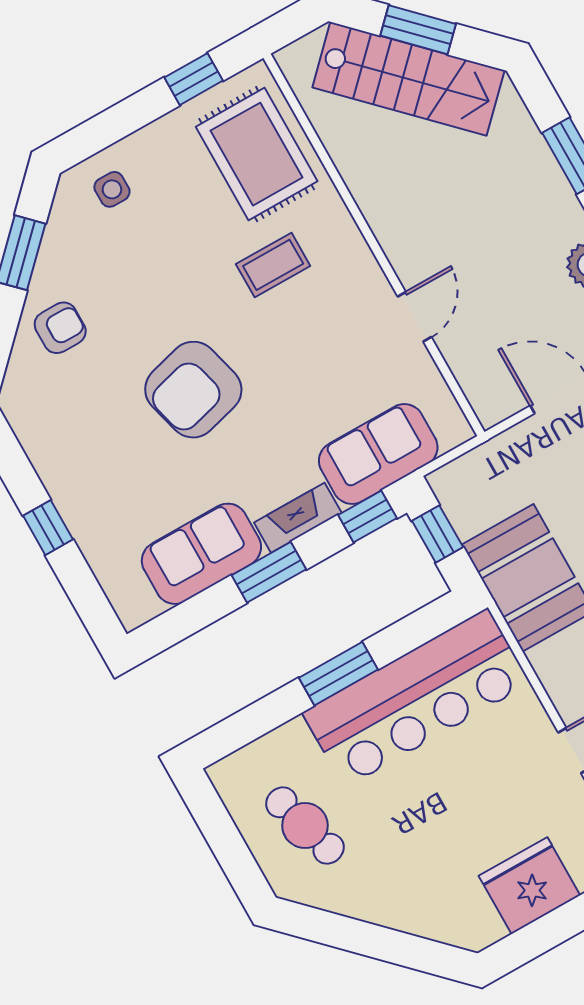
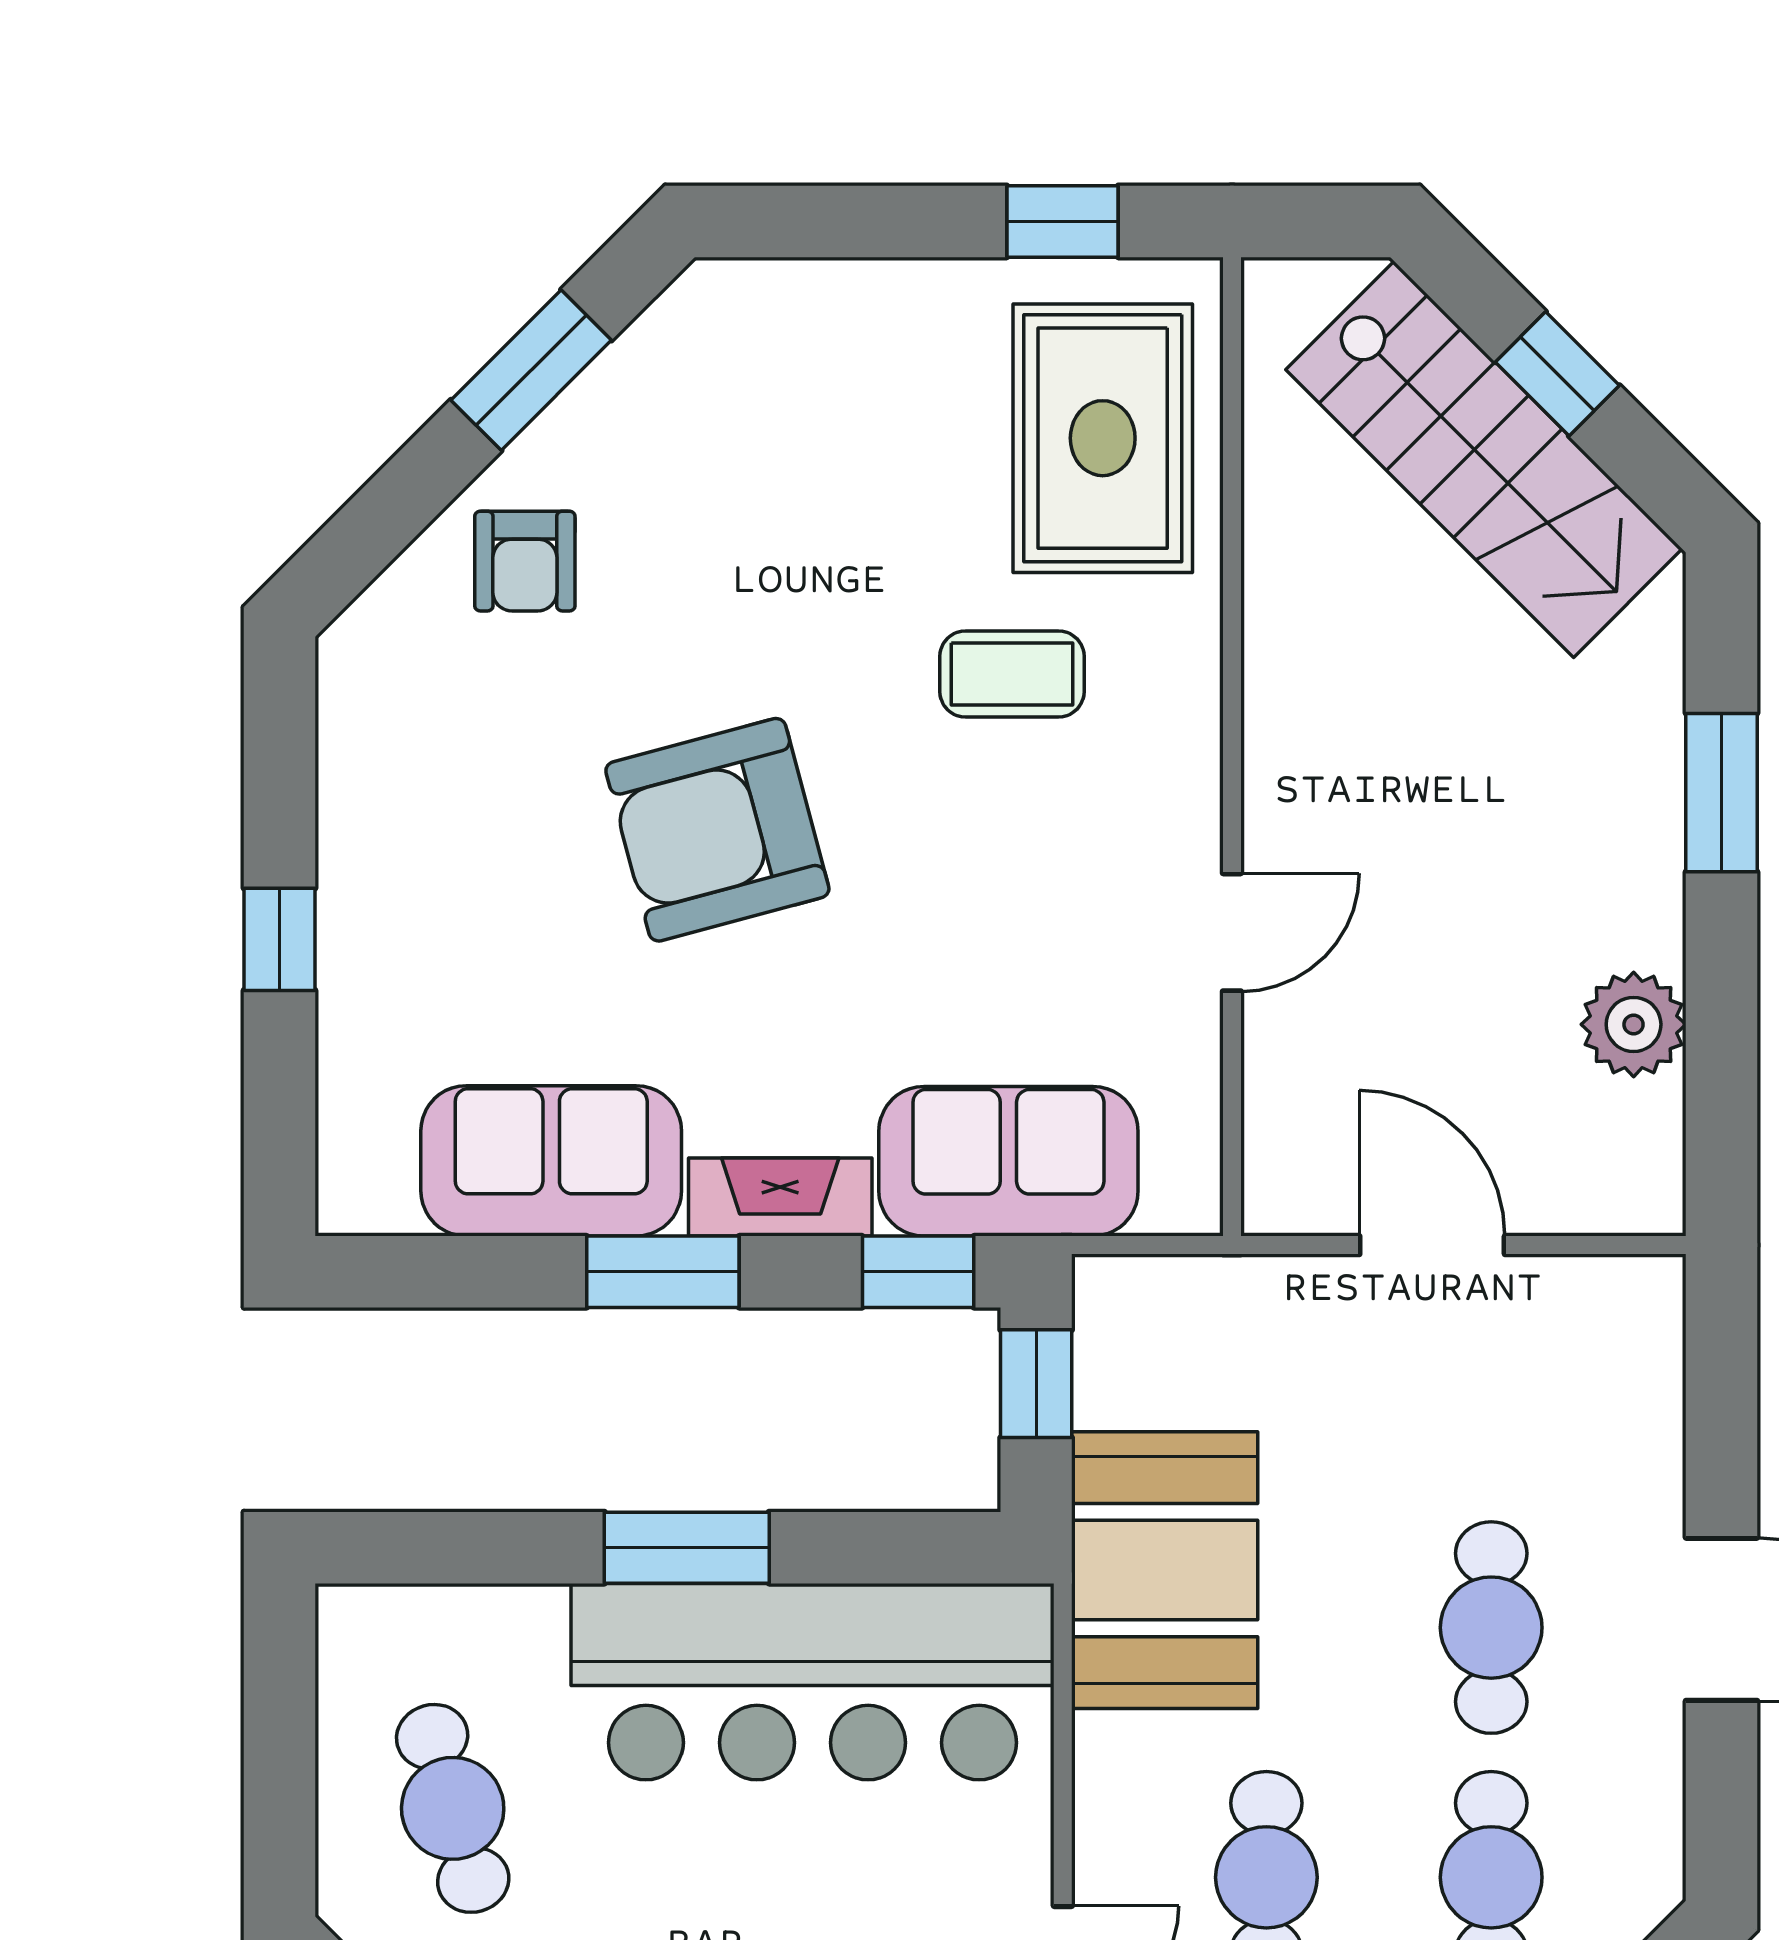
window: (418, 30) -> (1557, 374), width x0.67
side table: (112, 189) -> (780, 347), removed
armchair: (60, 328) -> (525, 561), turned 90

